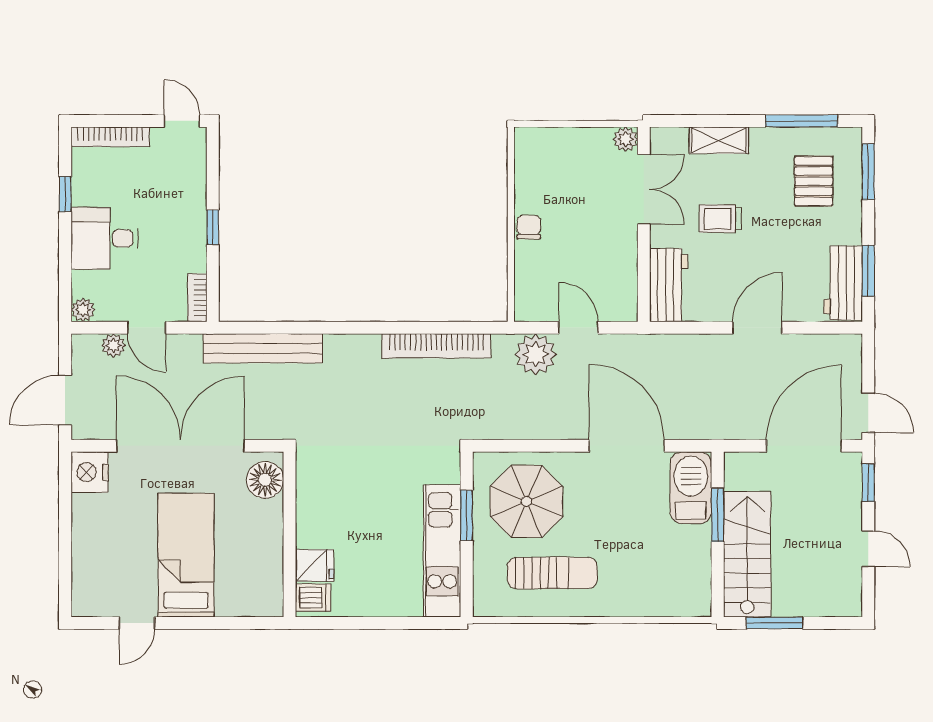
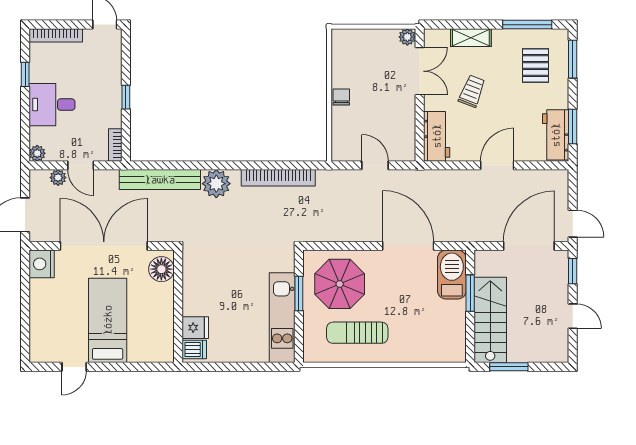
trolley: (720, 219) -> (472, 91), turned 111
plant: (536, 354) -> (216, 184), moved
sun lounger: (552, 573) -> (357, 333), turned 180

